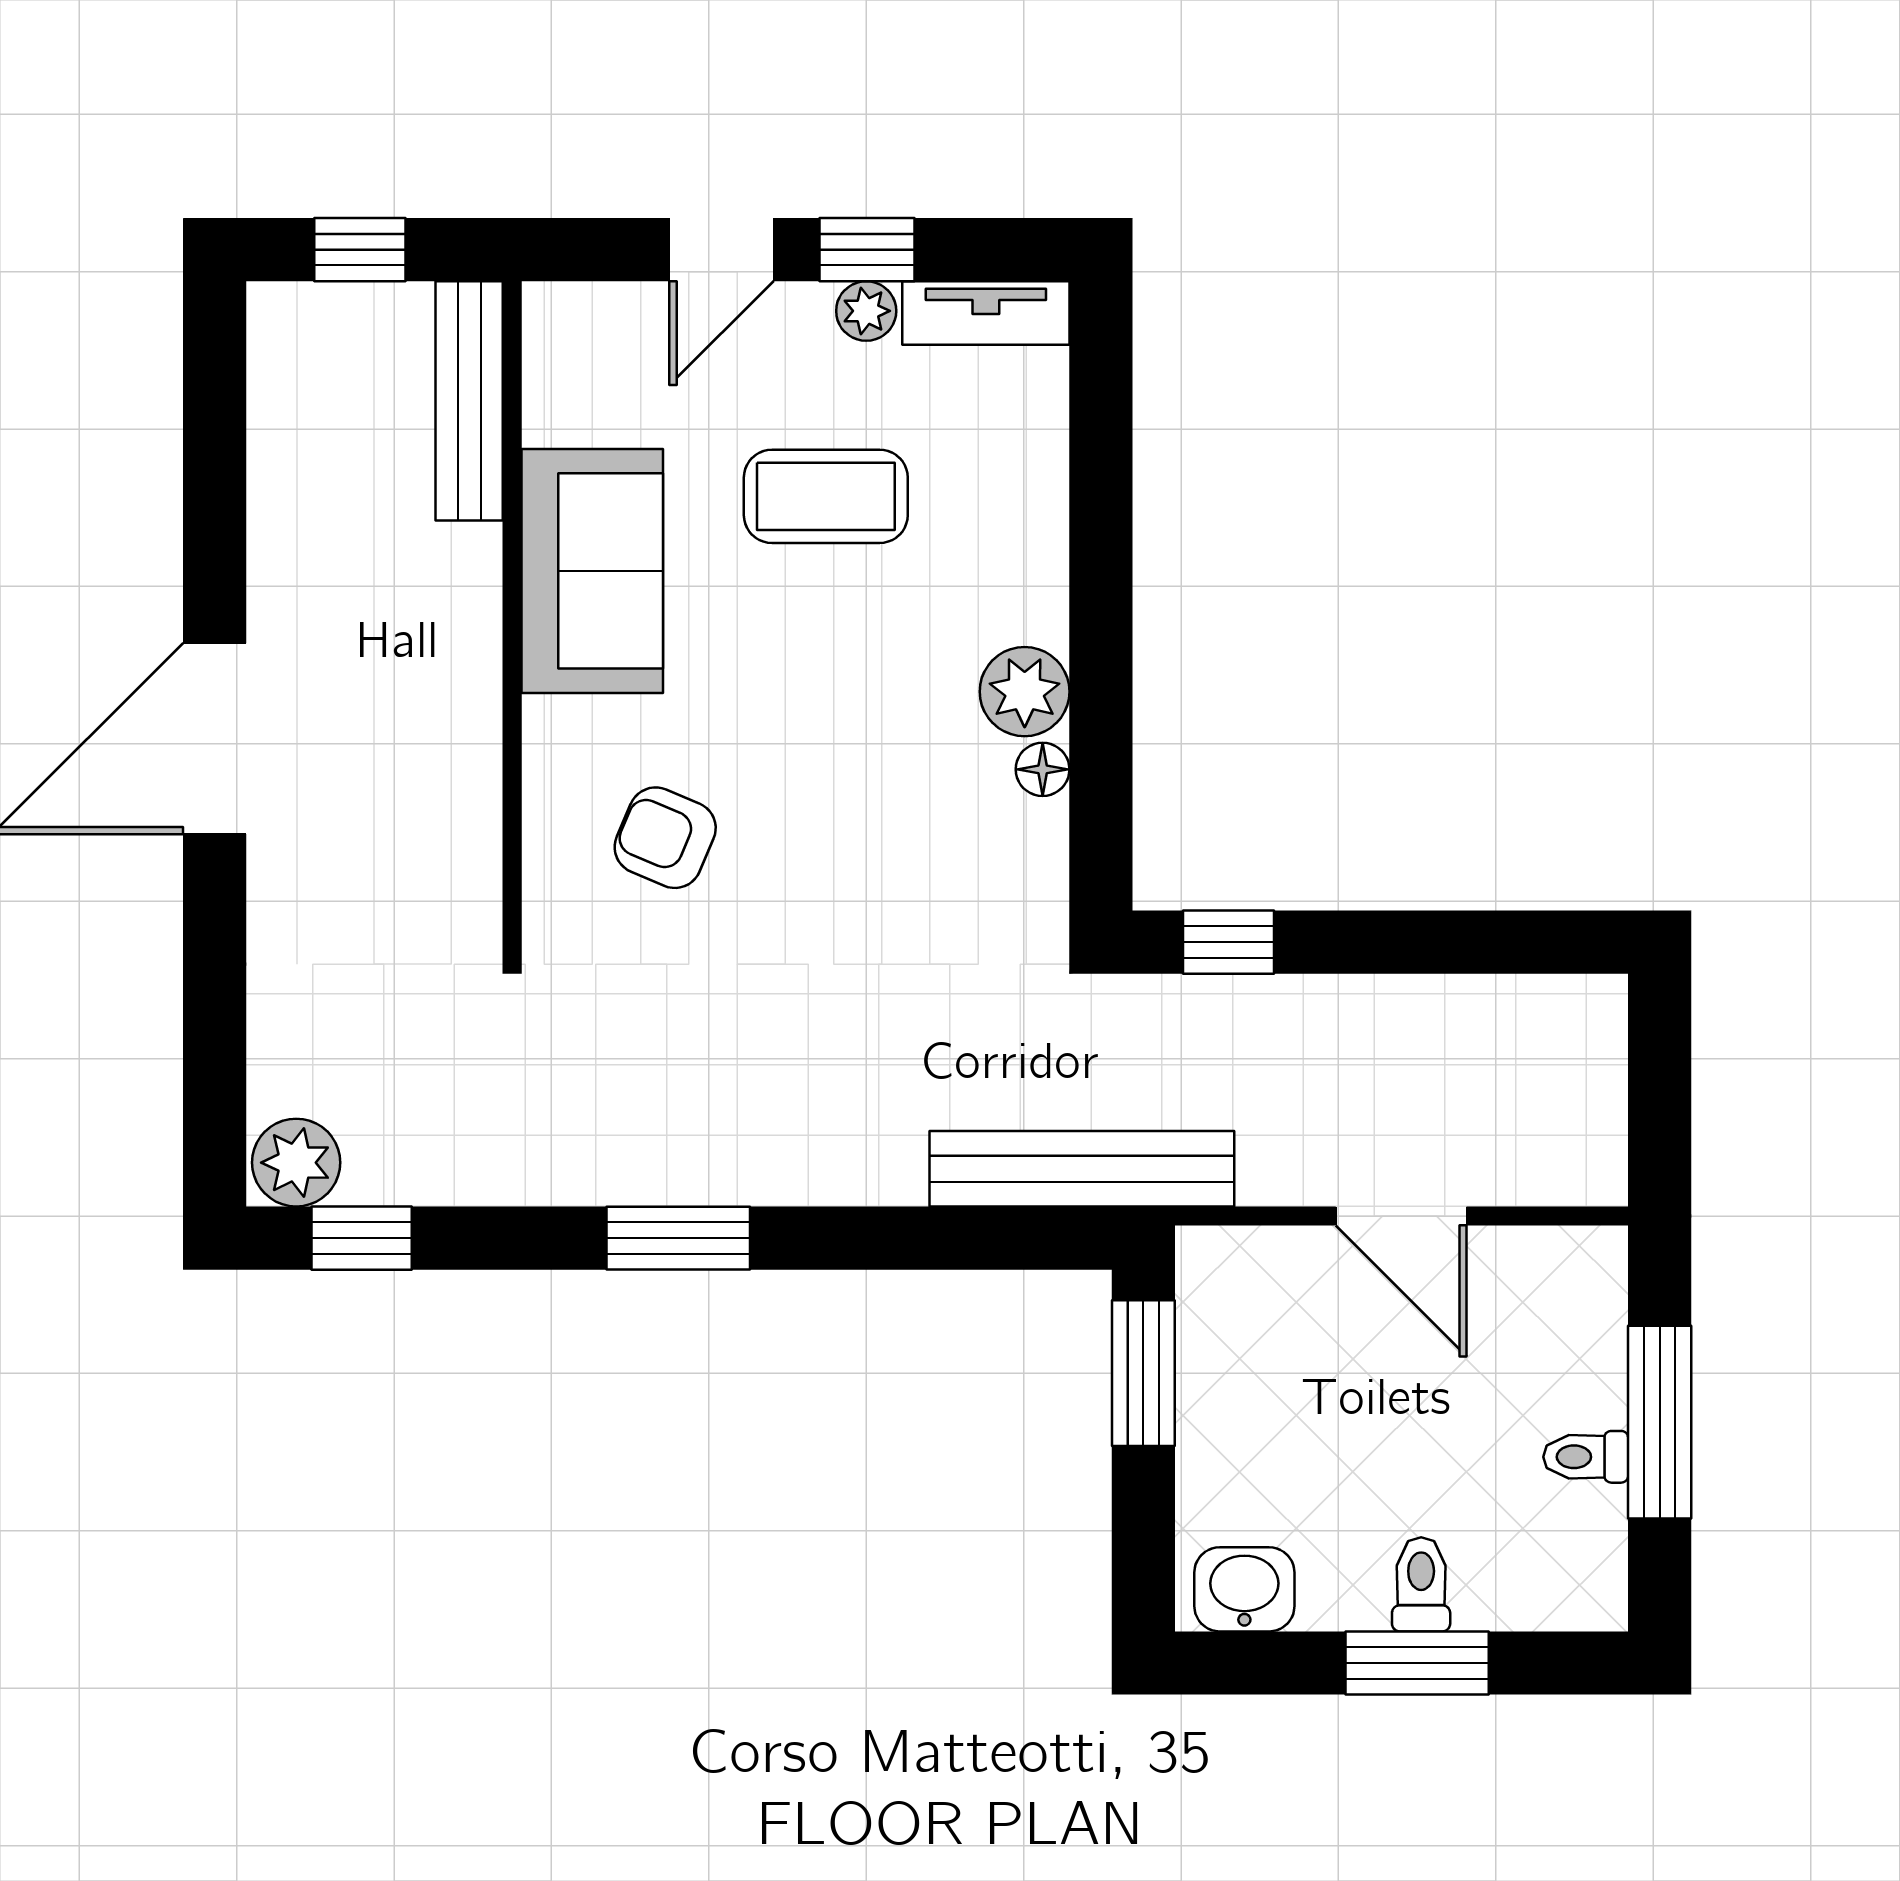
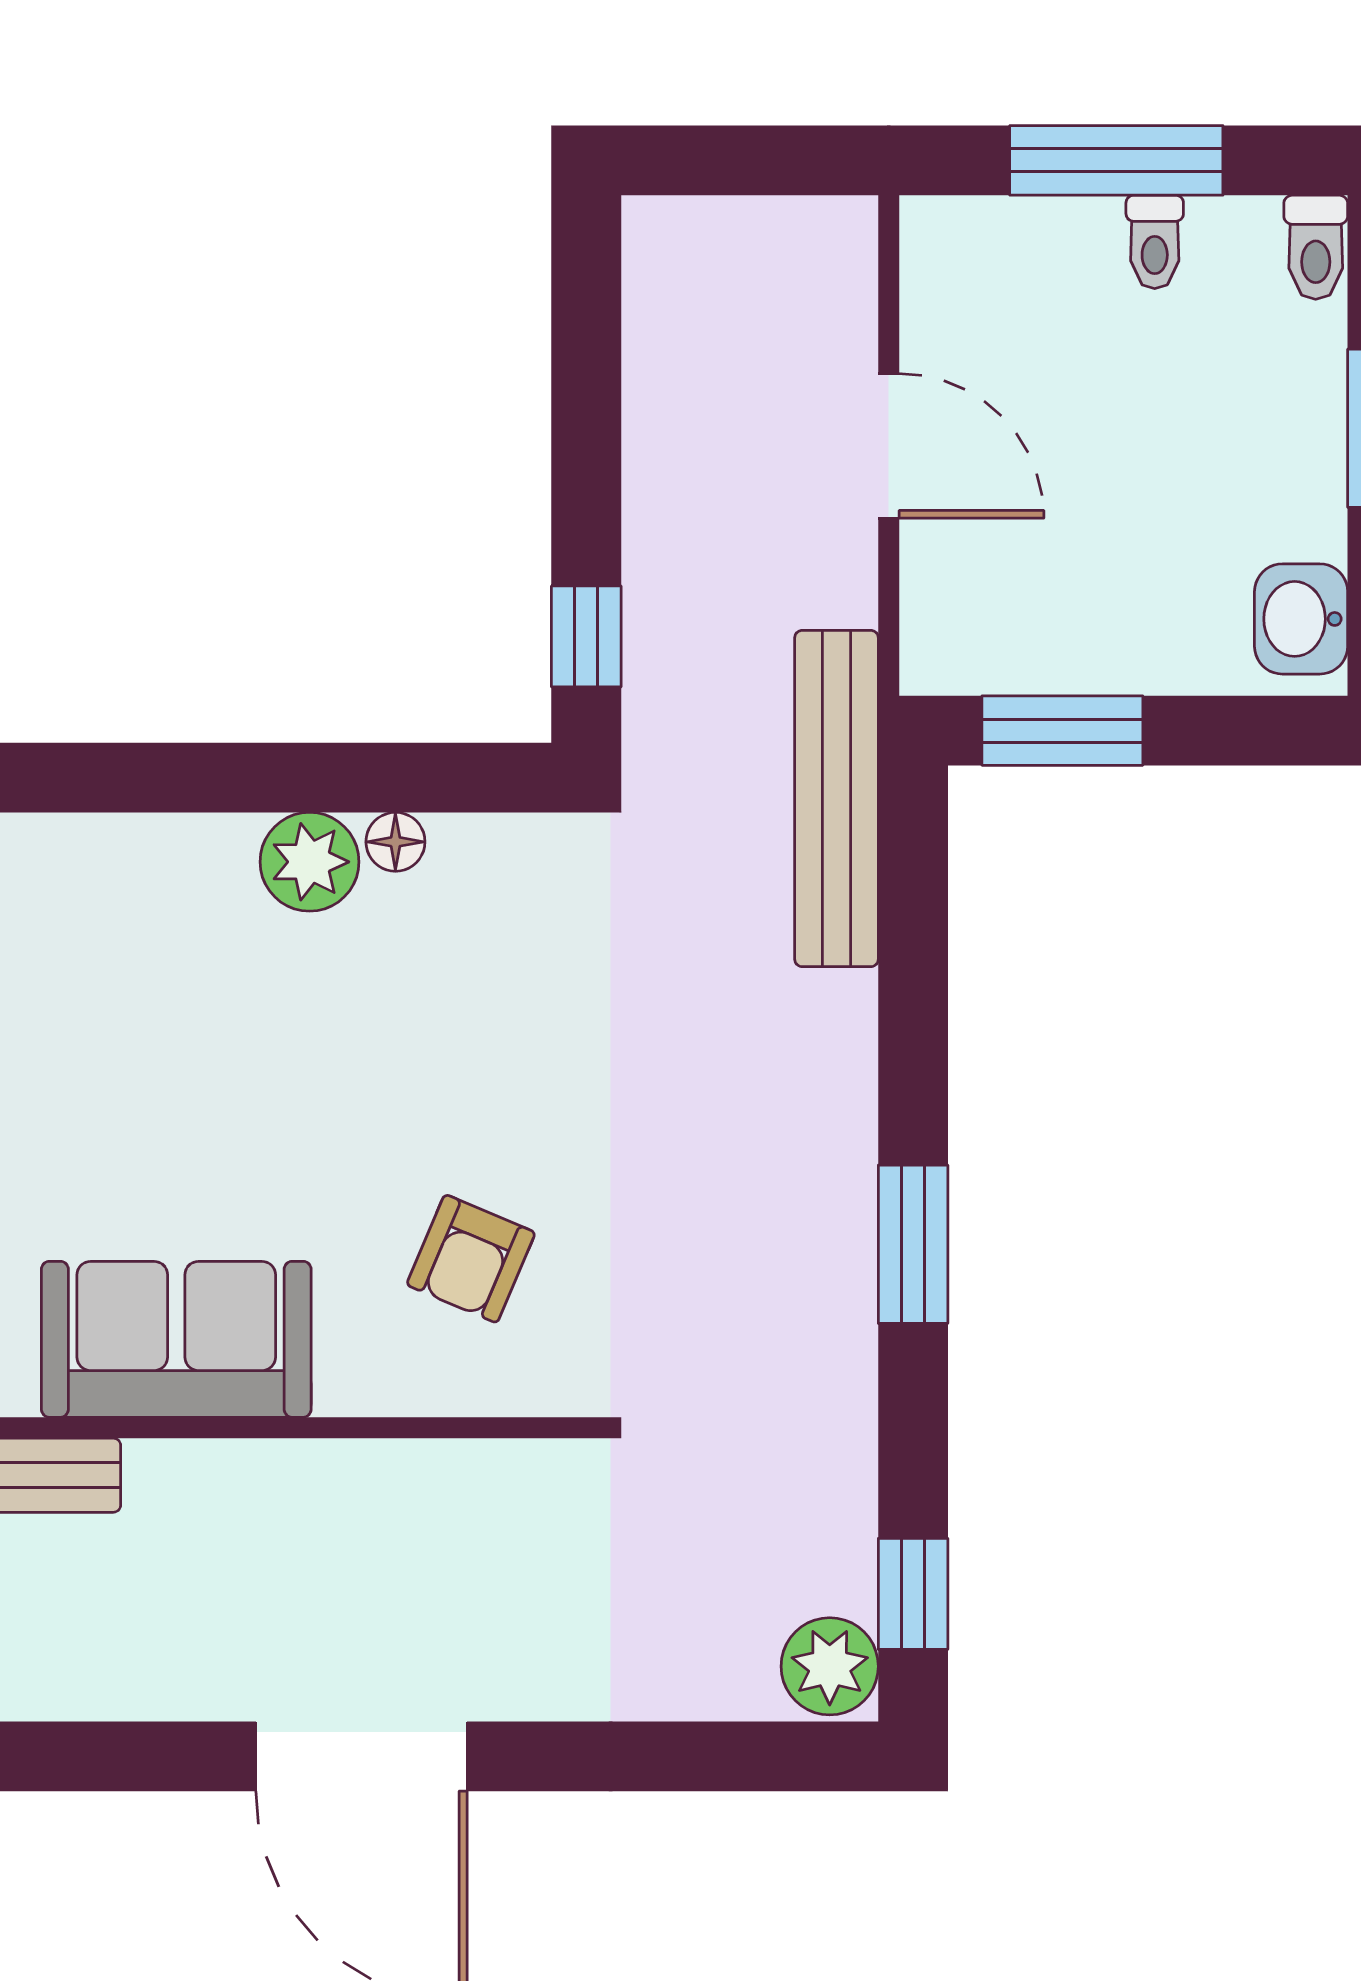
coffee table: (826, 496) -> (94, 1081), removed
door: (1401, 1216) -> (889, 446), hinge flipped
toilet: (1421, 1584) -> (1316, 247), moved, turned -90

